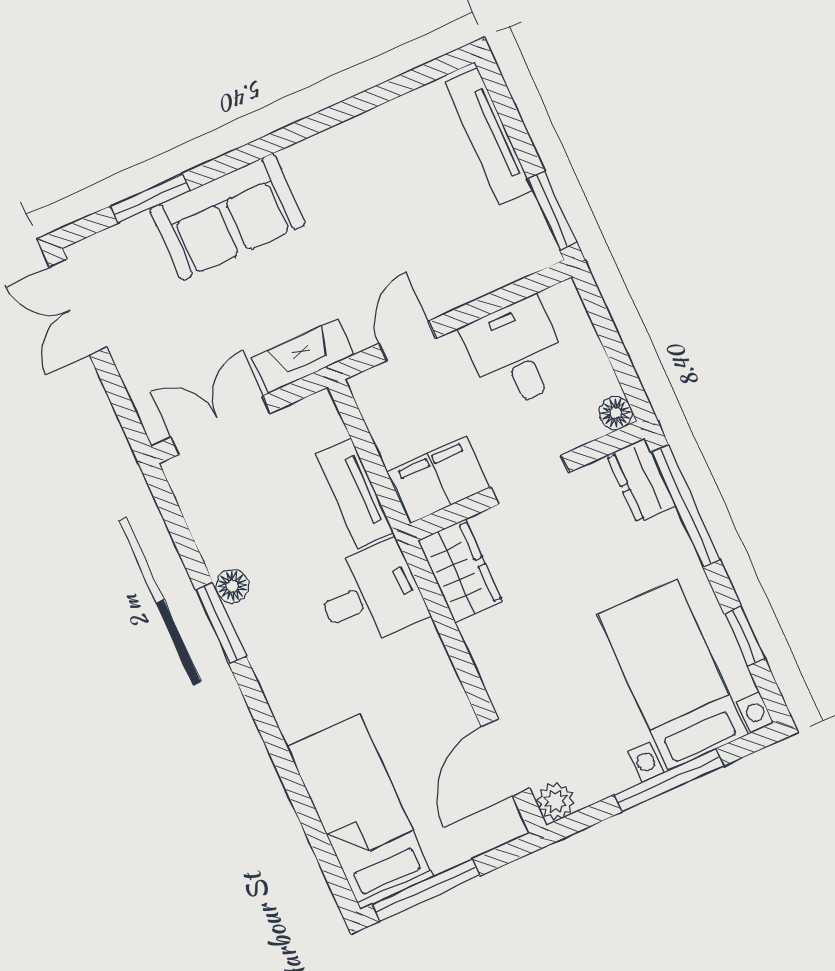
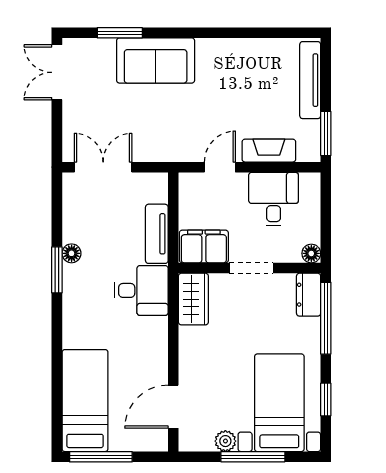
fireplace: (303, 356) -> (269, 151), moved
plant: (556, 801) -> (225, 441), moved

